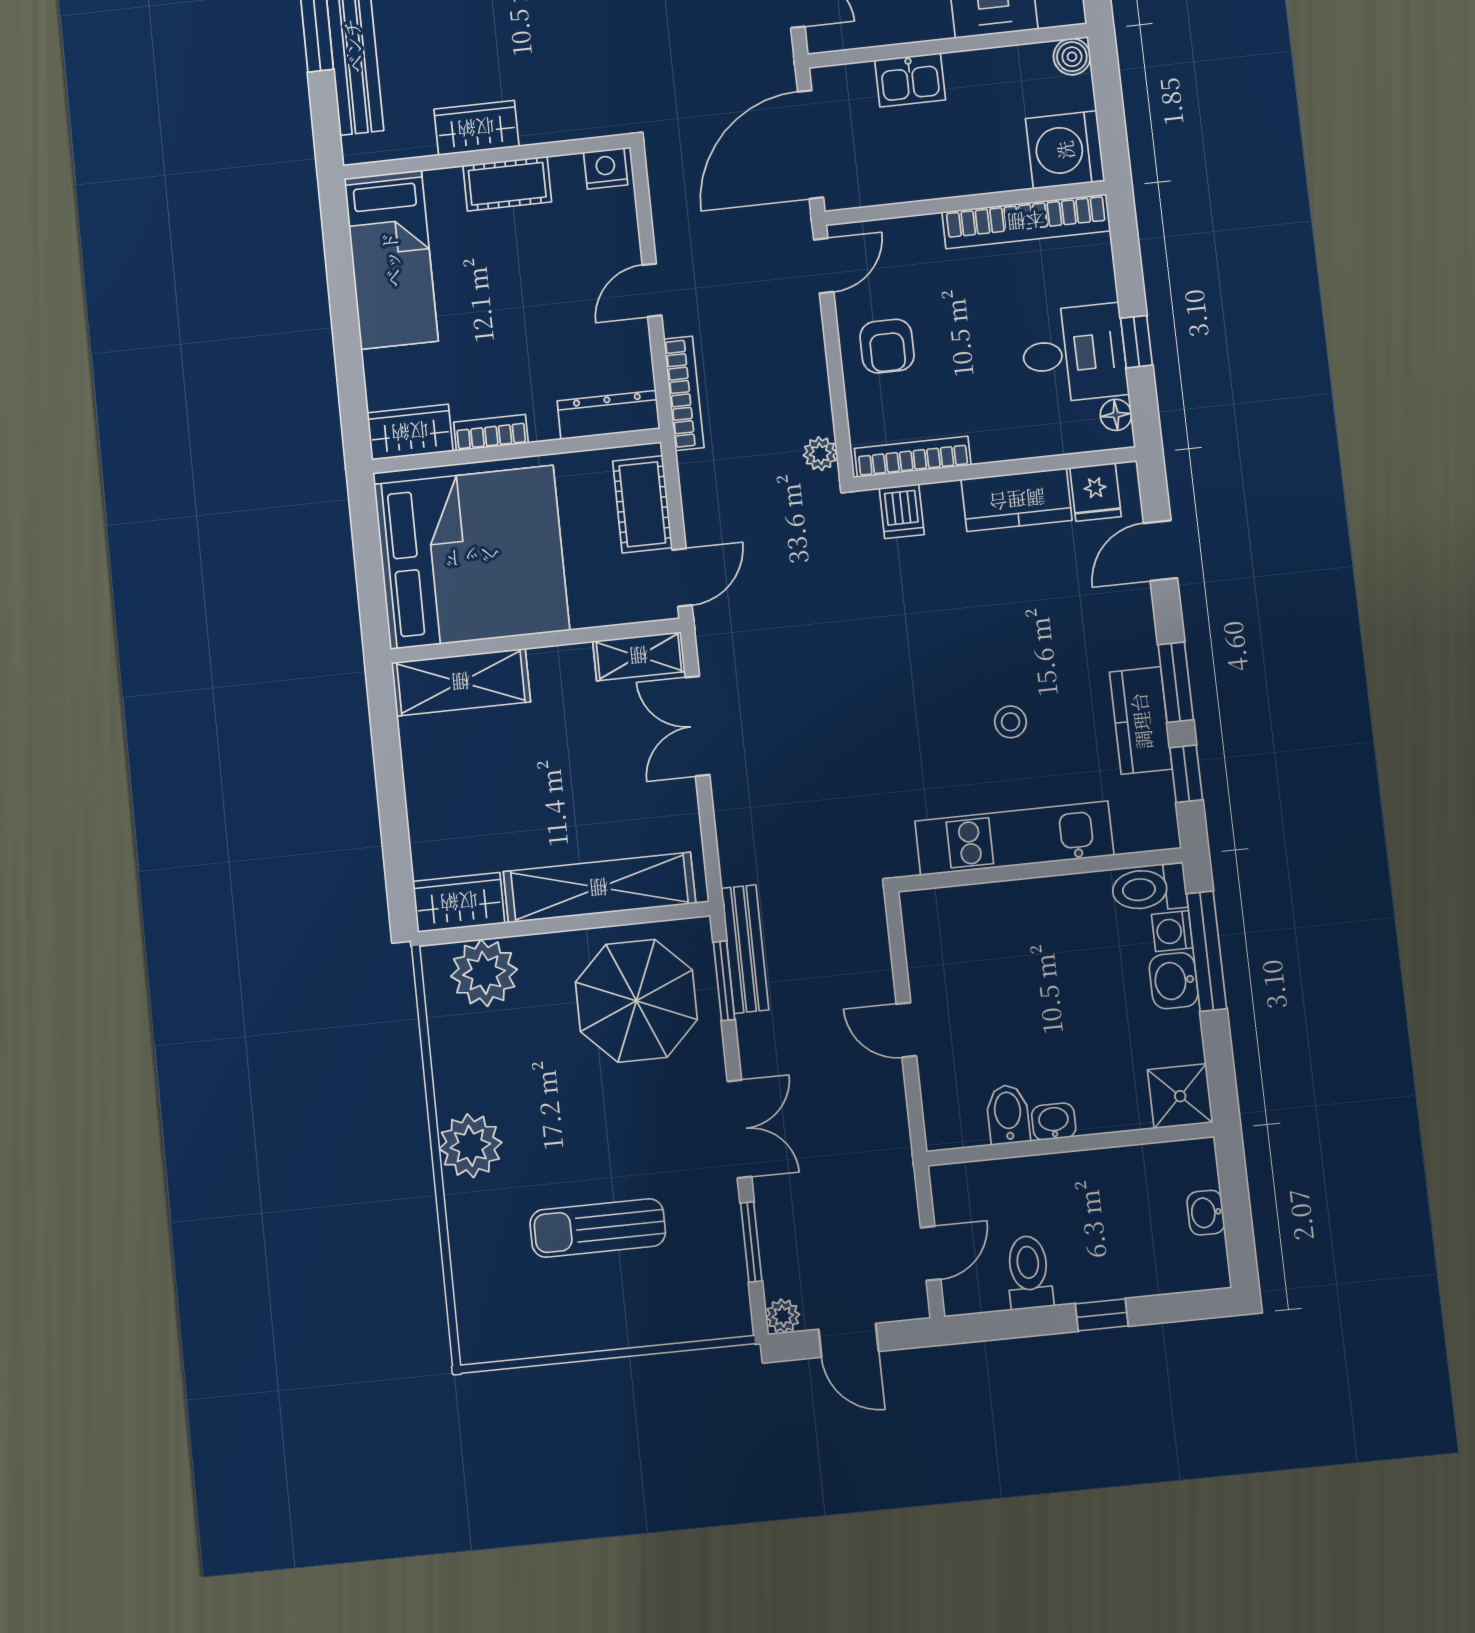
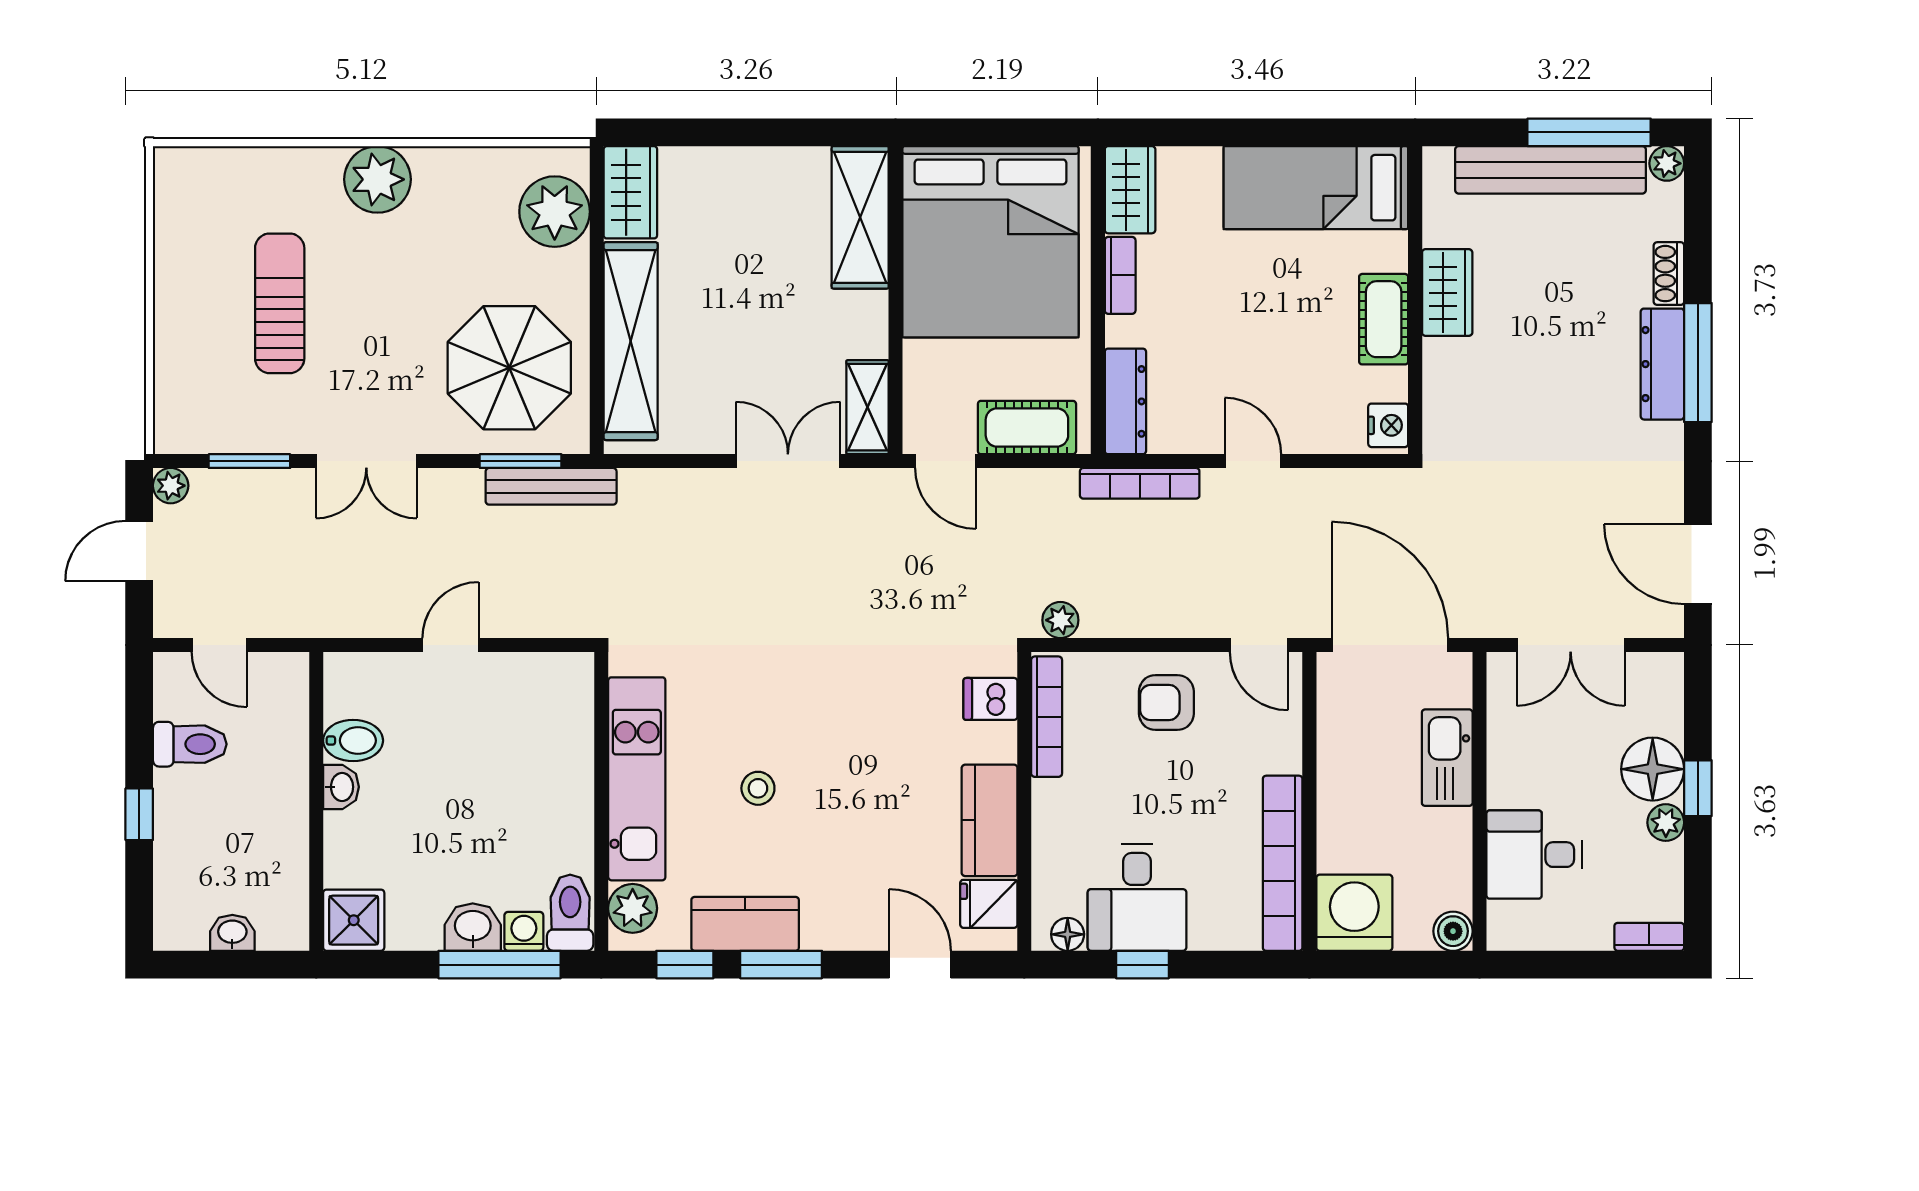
kitchen sink: (910, 80) -> (1447, 758), width x1.38
plant: (1138, 829) -> (633, 908), added

